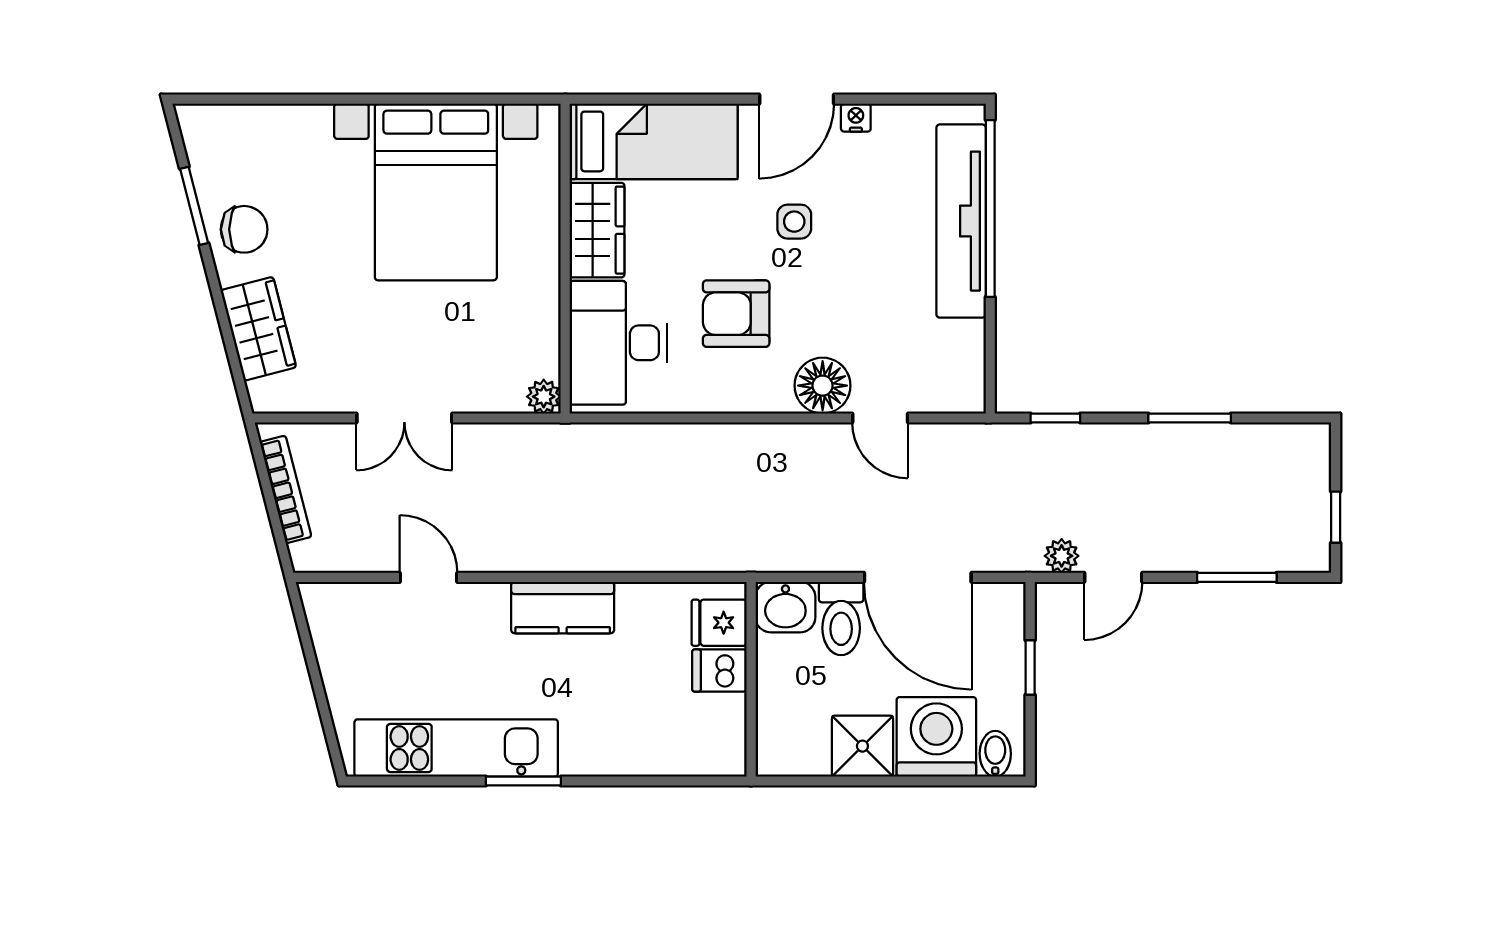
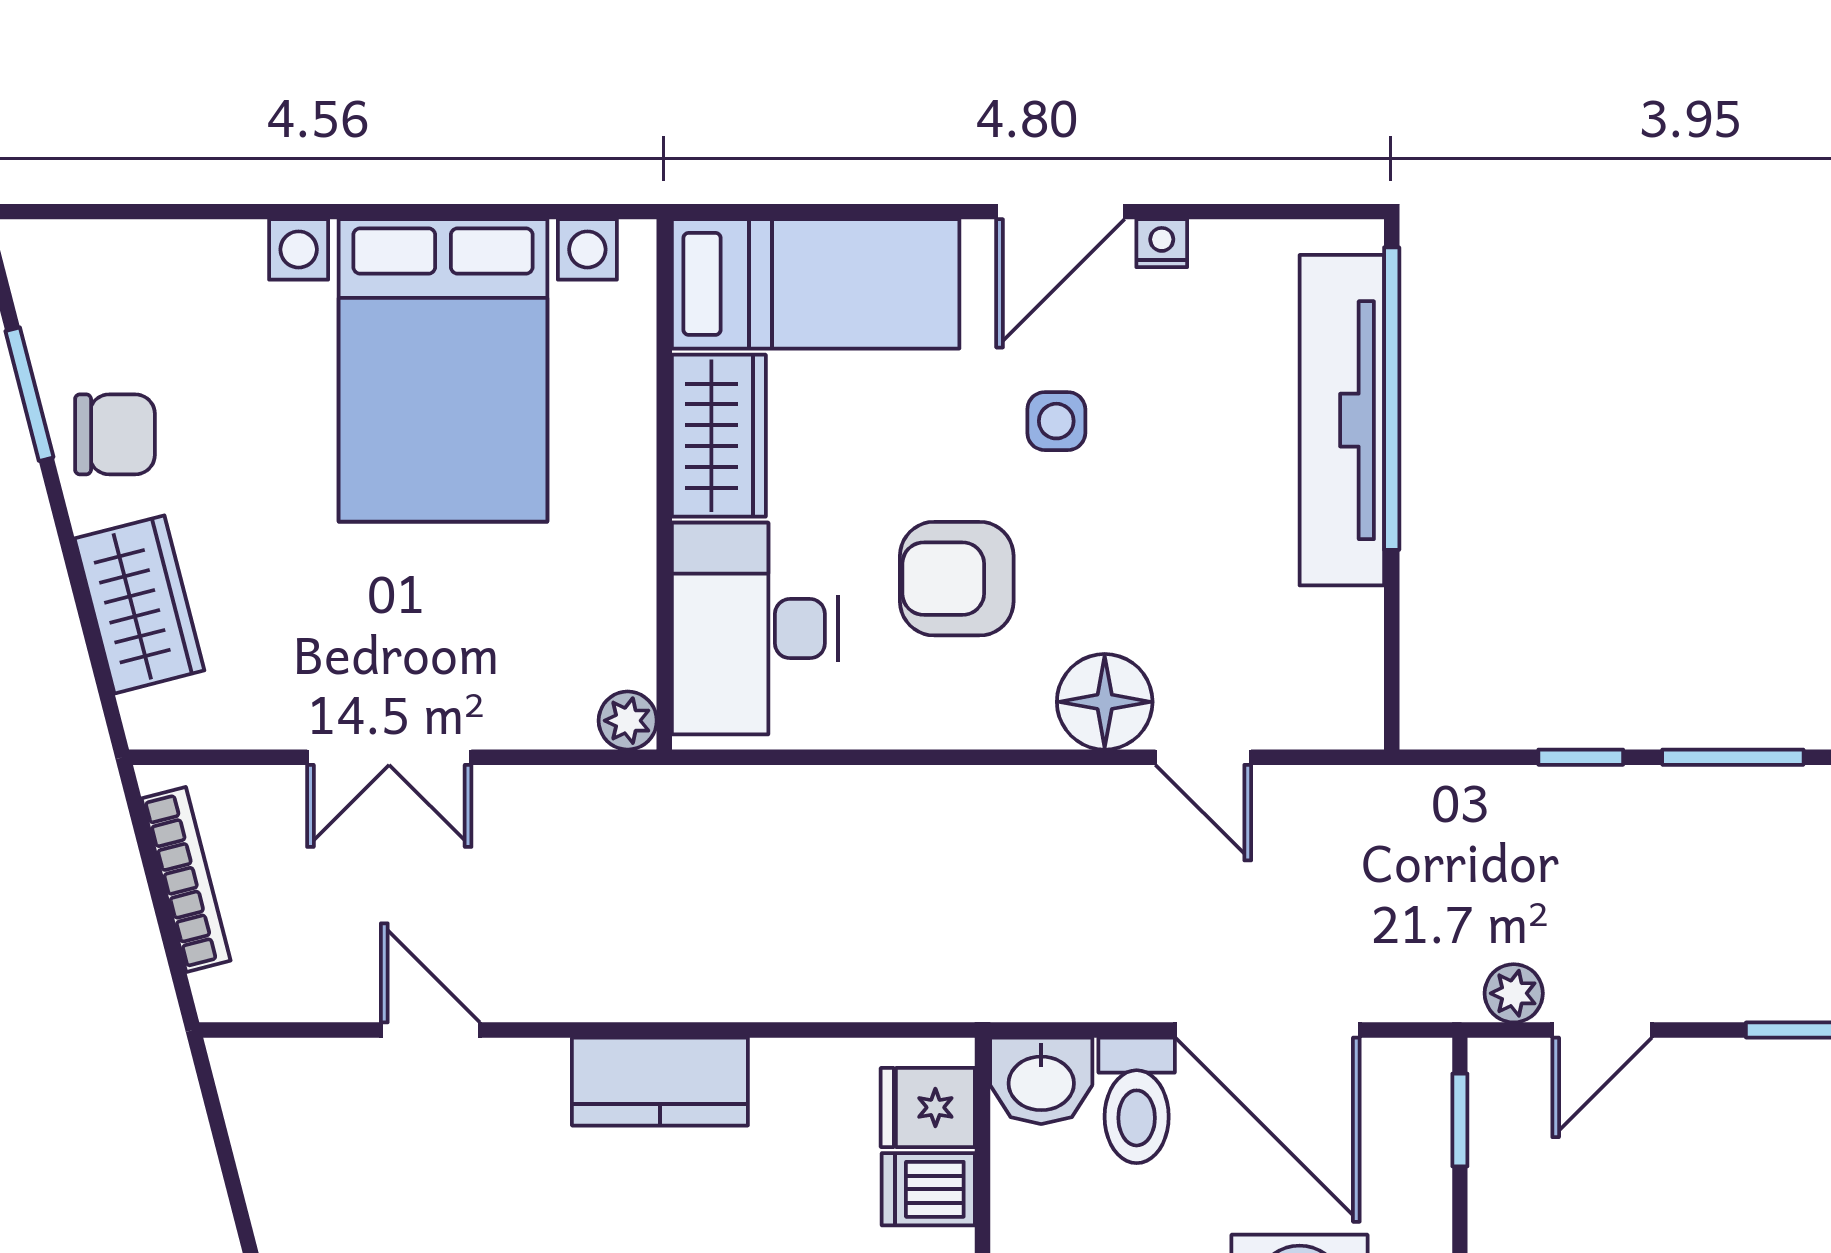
window: (1055, 418) -> (1581, 757), moved
window: (1030, 667) -> (1460, 1120), moved

